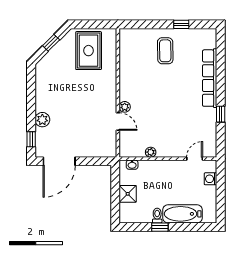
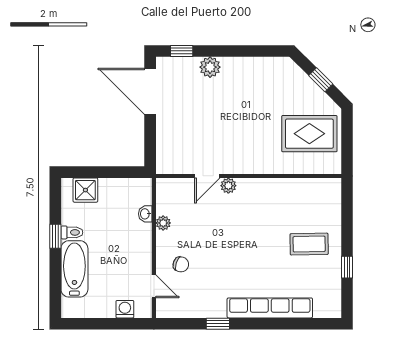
chair: (179, 140) -> (181, 264), added
washbasin: (132, 165) -> (145, 214), moved
shower: (128, 194) -> (85, 190), moved

